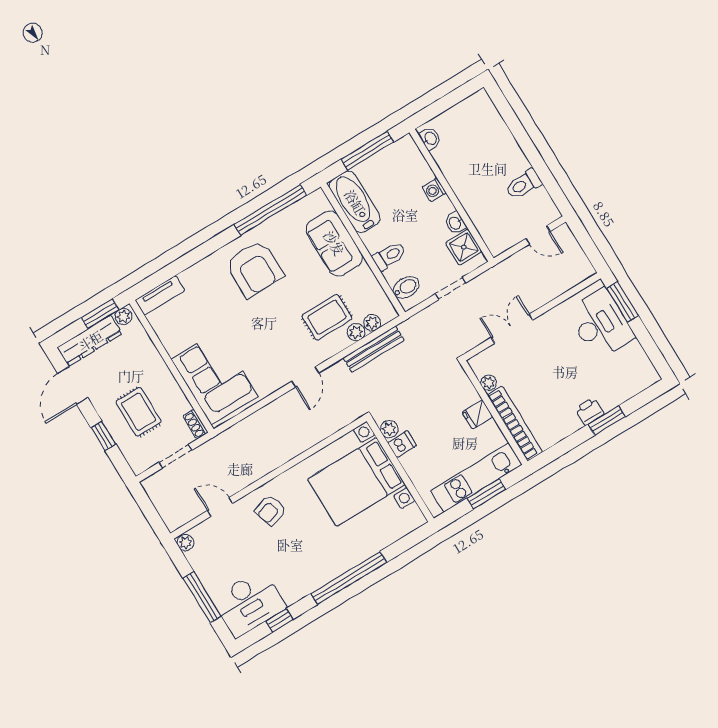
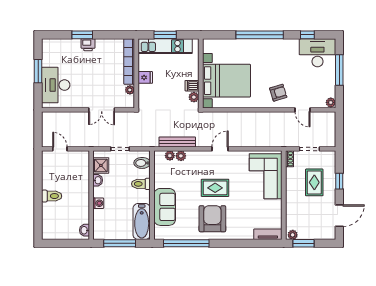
toilet: (523, 184) -> (52, 196), moved
window: (622, 302) -> (38, 71), moved
rug: (327, 317) -> (215, 188), moved
dresser: (90, 341) -> (317, 233), removed

